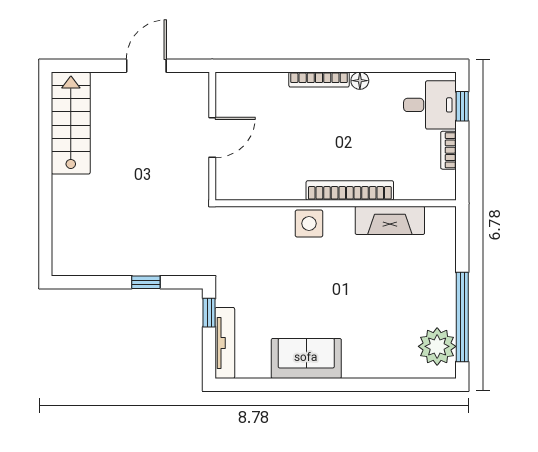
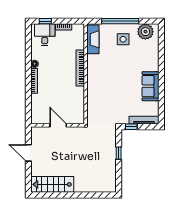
fireplace: (390, 220) -> (93, 39), moved
side table: (309, 223) -> (123, 39), moved
window: (462, 317) -> (120, 21), moved

